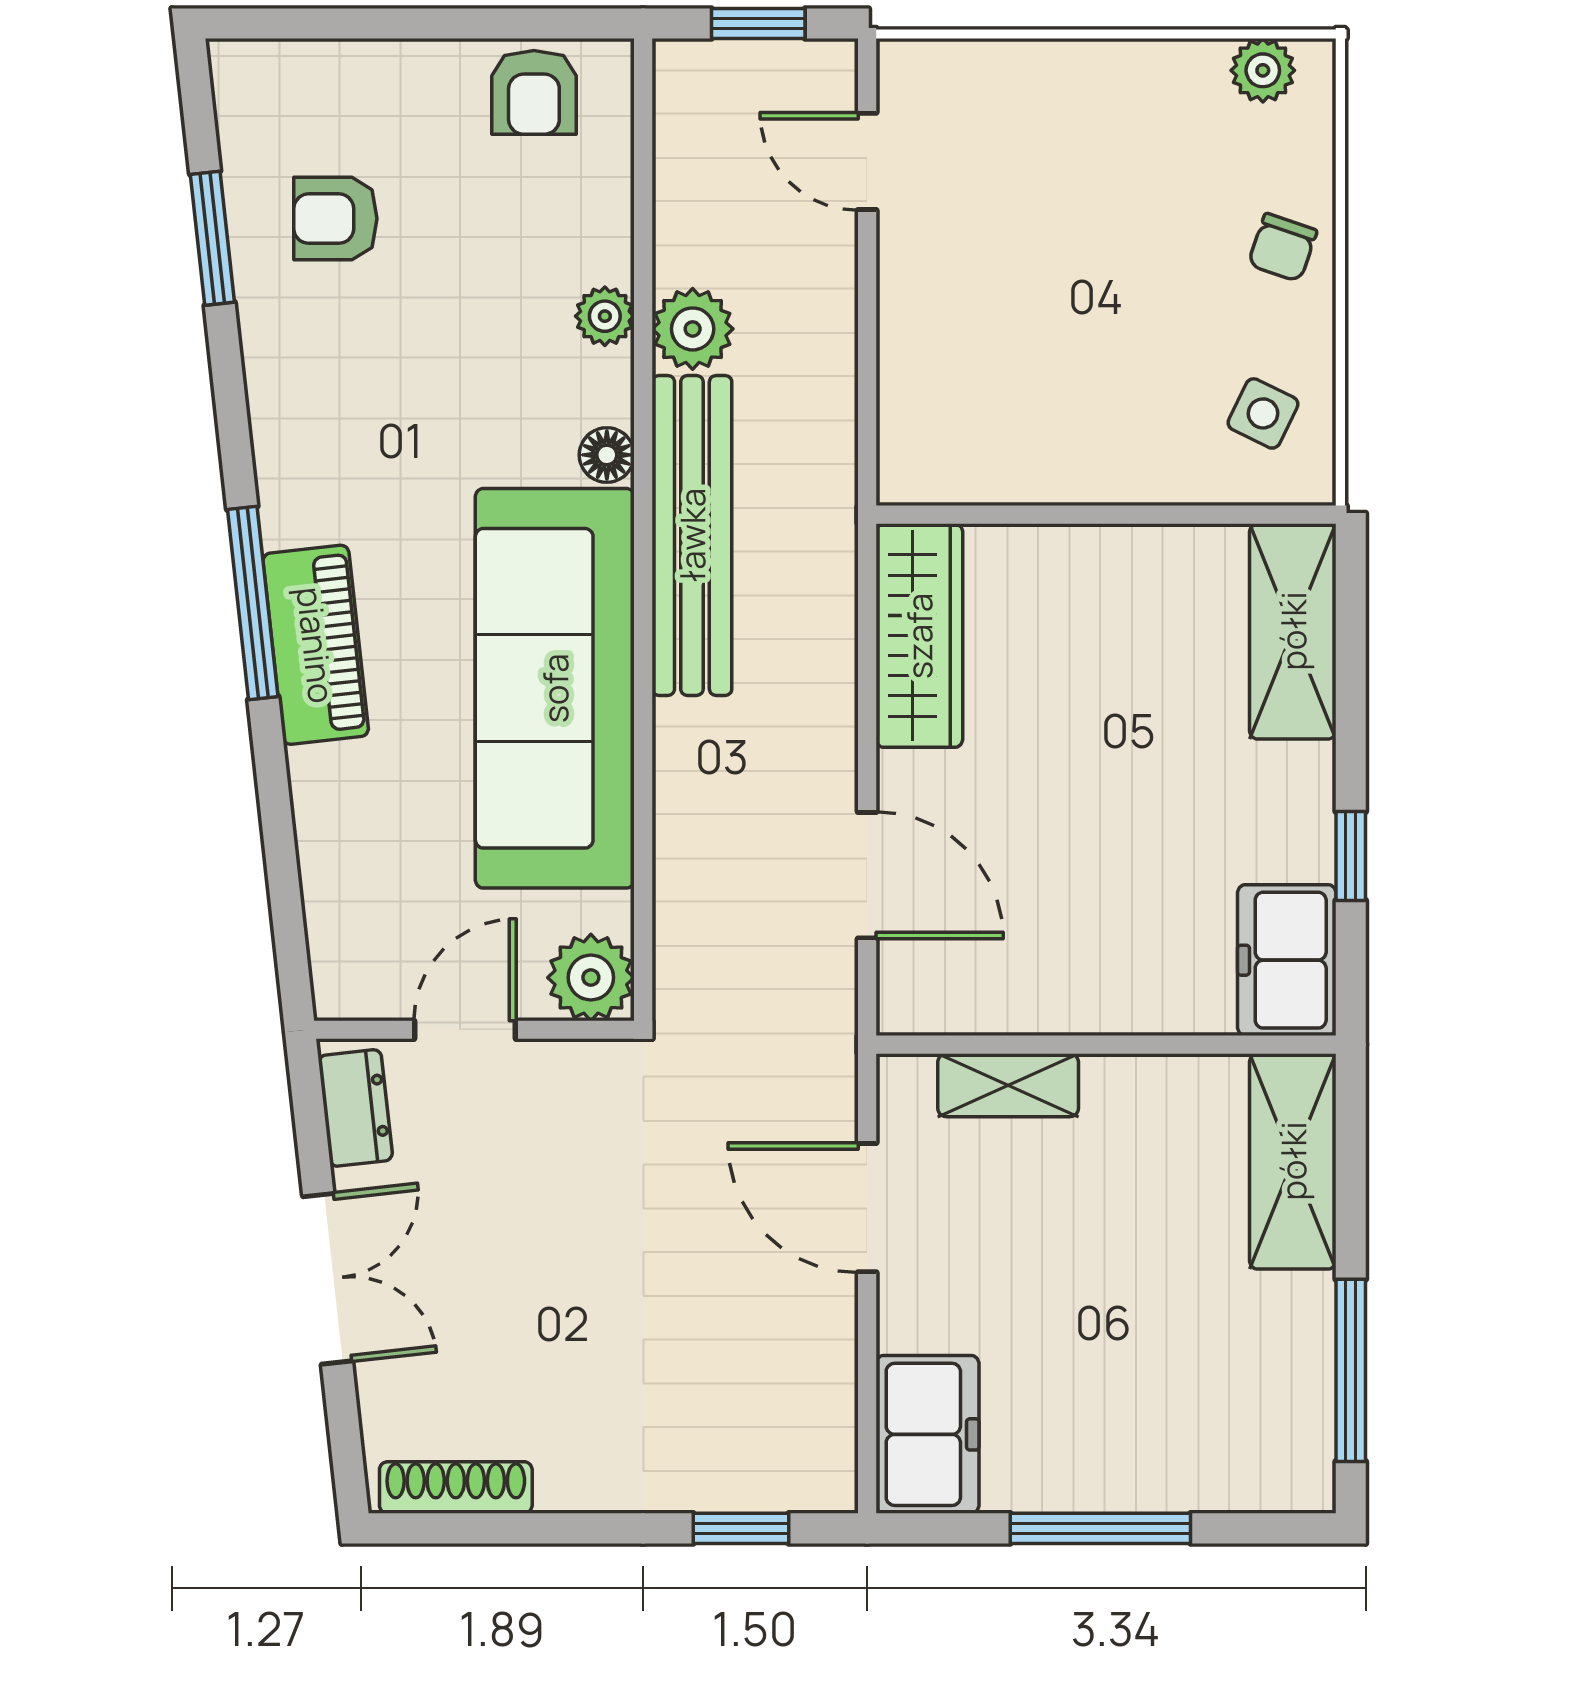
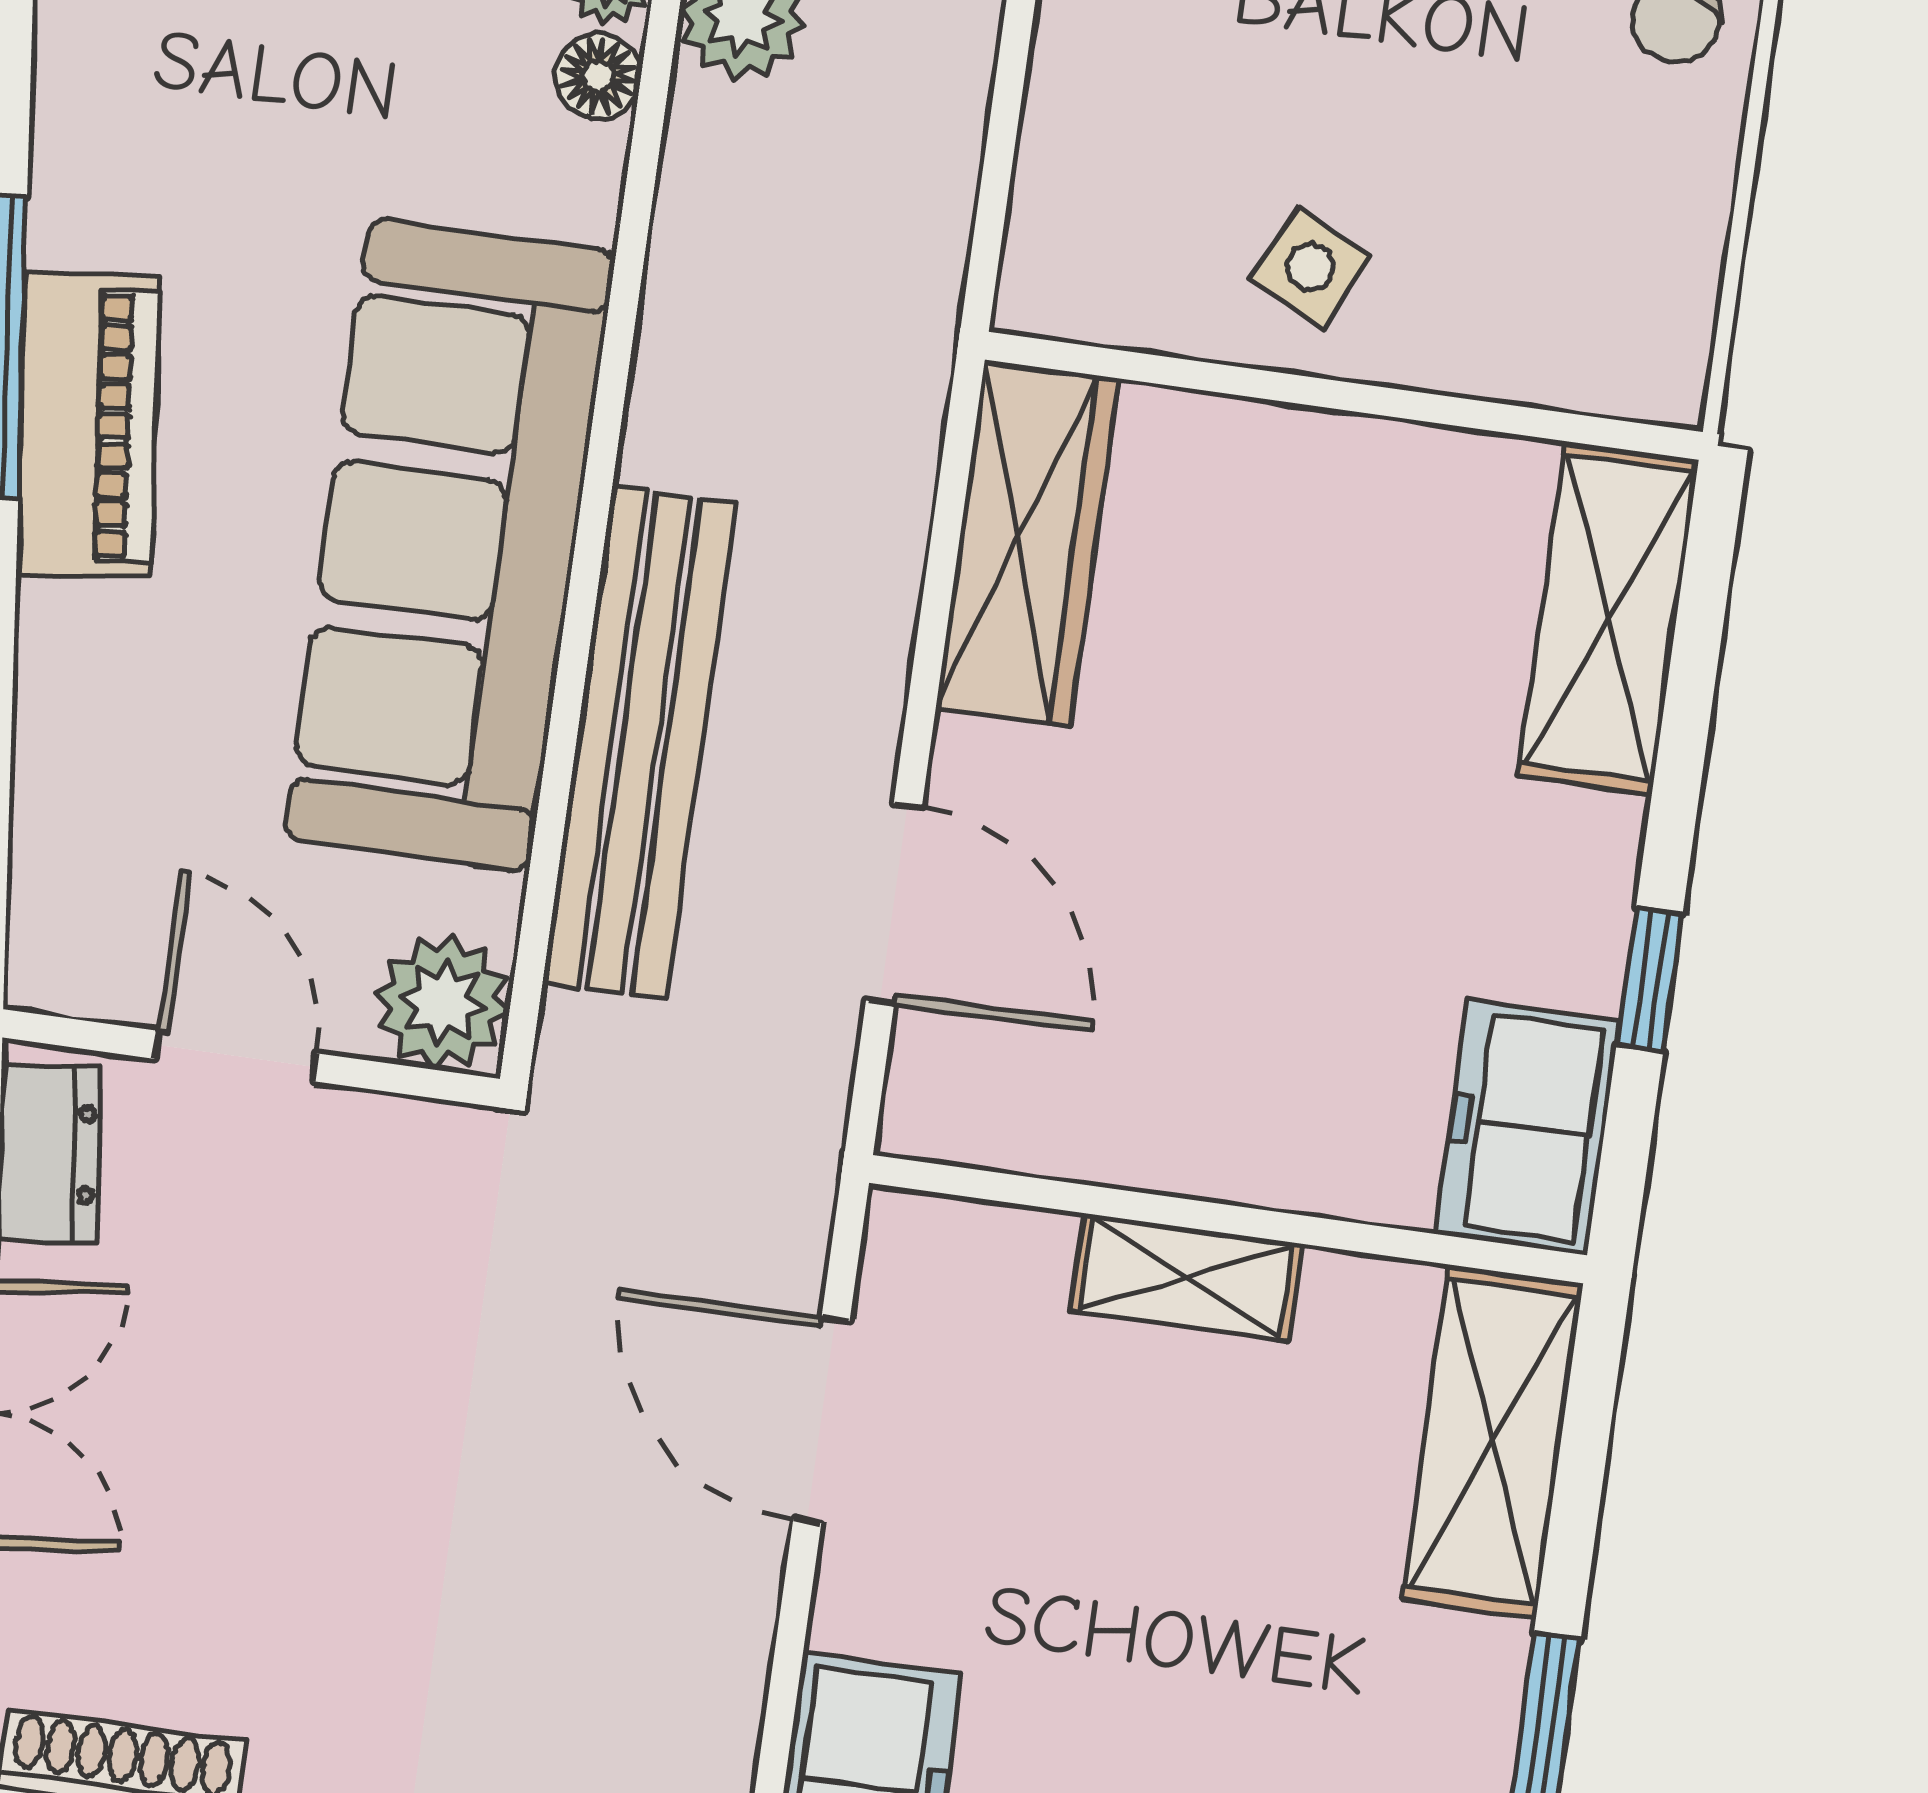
side table: (1263, 413) -> (1310, 267), moved
floor lamp: (607, 455) -> (598, 76), moved
bench: (692, 535) -> (639, 743), moved
door: (465, 1030) -> (236, 1056), hinge flipped
shelving: (1008, 1085) -> (1186, 1277), moved

